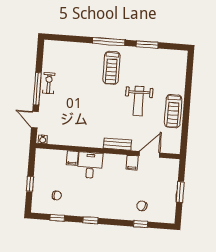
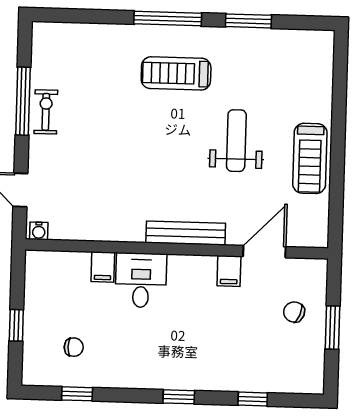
treadmill: (111, 68) -> (176, 73), turned 90
window: (37, 89) -> (23, 101), moved
weight bench: (139, 101) -> (236, 141), turned 180
bench: (117, 144) -> (186, 233), width x1.36
chair: (142, 206) -> (294, 312), moved
window: (90, 220) -> (179, 397), moved

